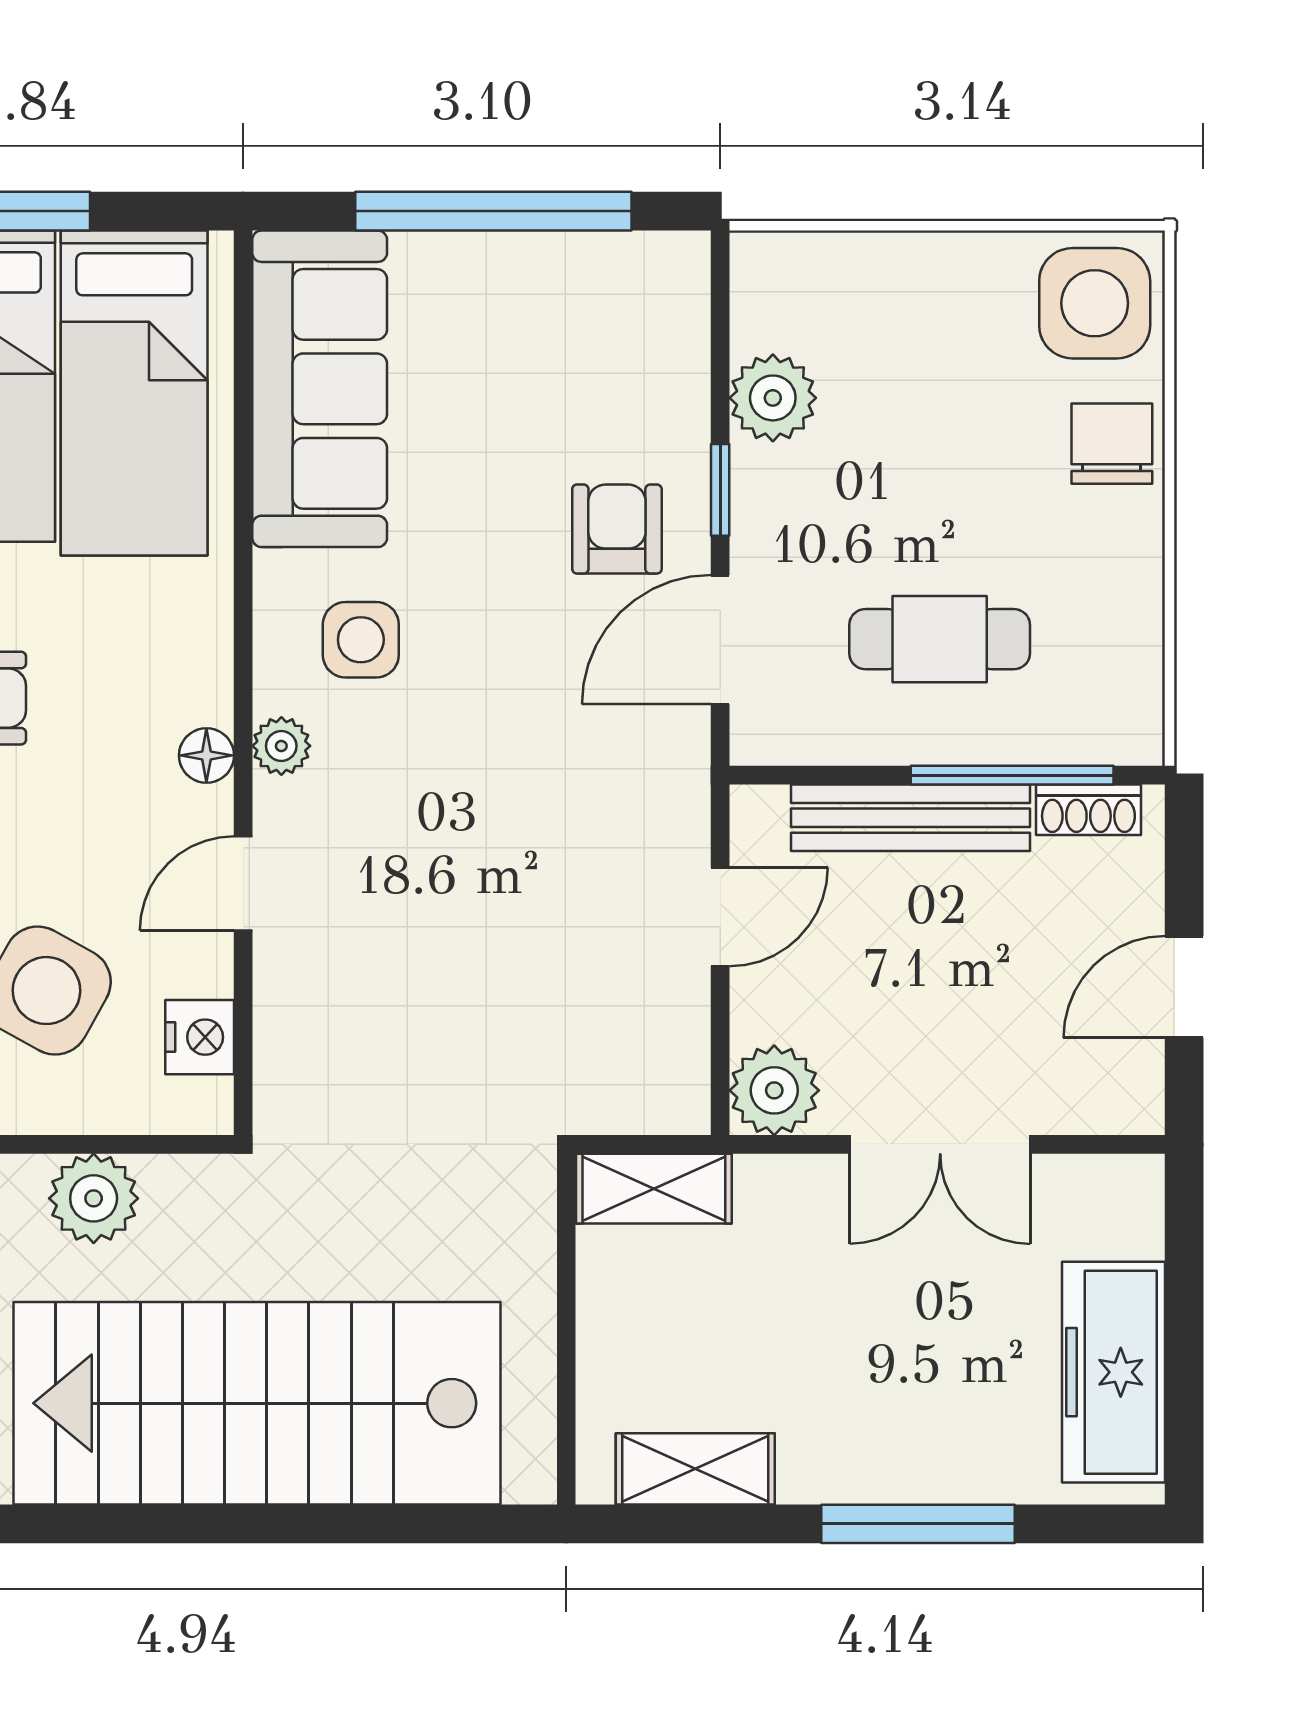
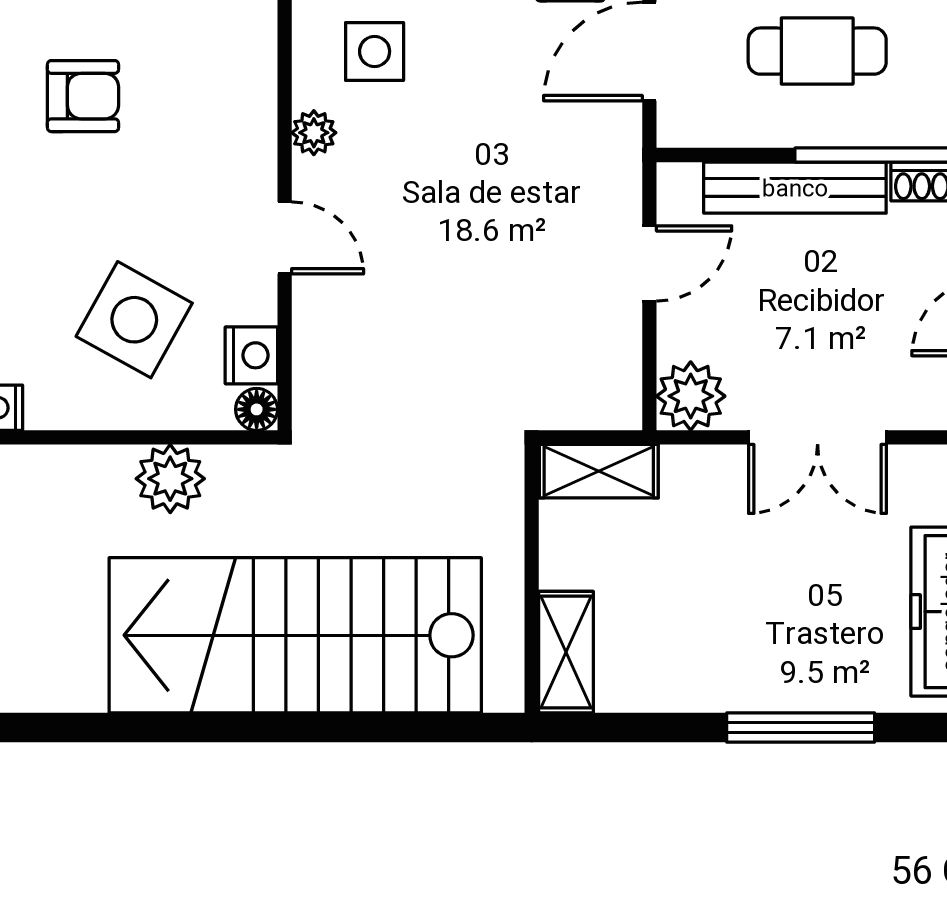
floor lamp: (206, 755) -> (257, 409), moved
door: (243, 884) -> (285, 238), swing flipped
shelving: (695, 1469) -> (566, 652), moved, turned 90

